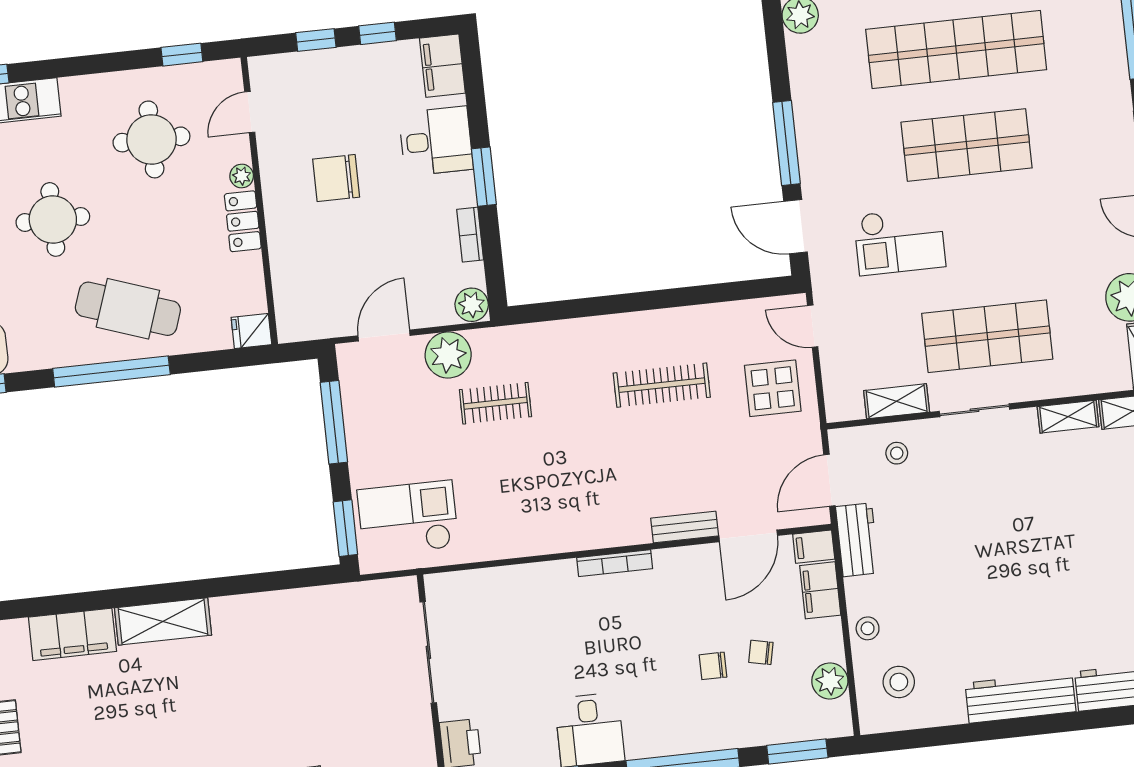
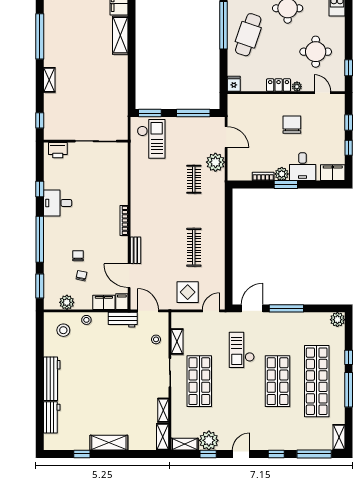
plant: (472, 305) -> (282, 174), moved

